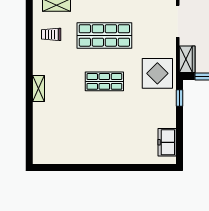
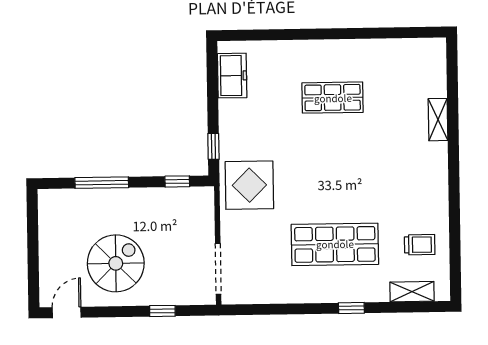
wardrobe: (187, 59) -> (202, 208), removed
shop shelf: (104, 81) -> (333, 98), moved
shelving: (39, 89) -> (438, 120), moved

